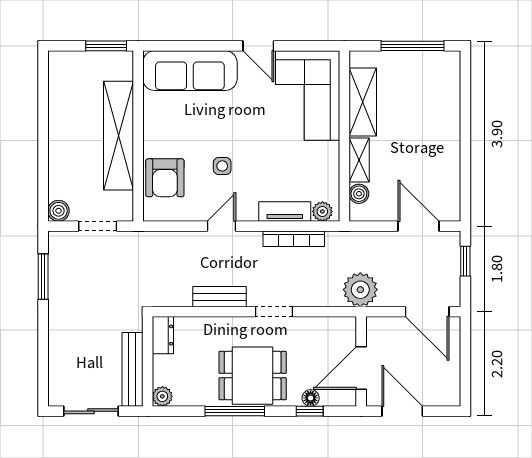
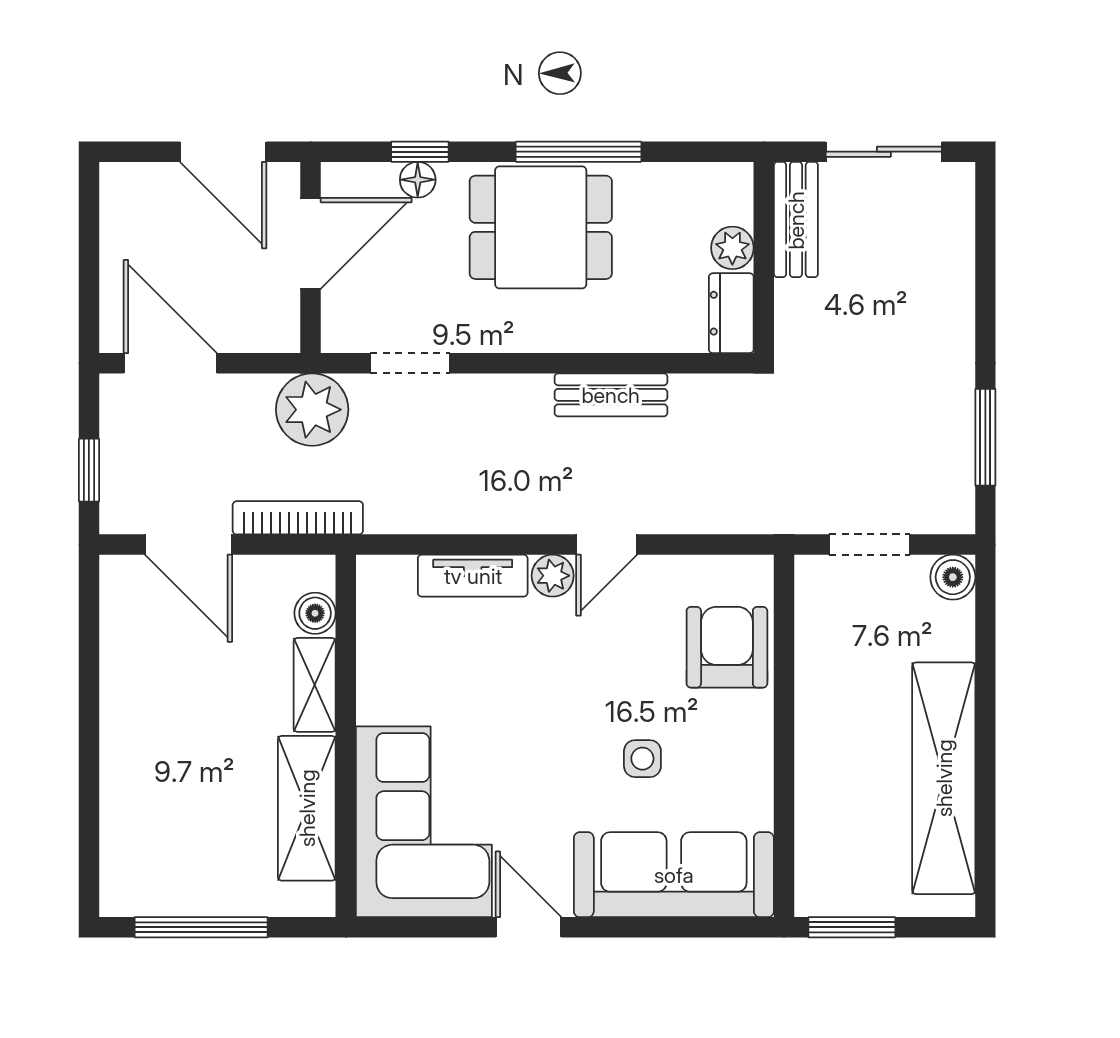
shelving: (118, 136) -> (944, 778), moved
side table: (222, 166) -> (642, 759), moved
plant: (322, 211) -> (553, 576), moved
bookcase: (294, 239) -> (298, 518), moved
doorway: (274, 312) -> (410, 363), moved
bench: (132, 369) -> (796, 220), width x0.73
plant: (162, 396) -> (732, 248), moved

